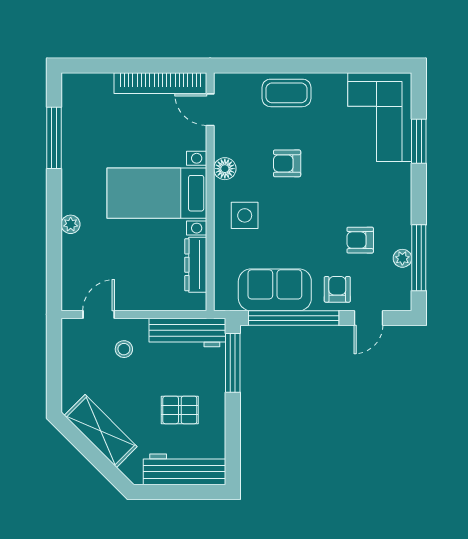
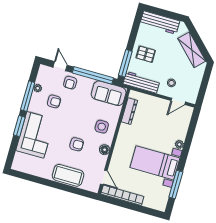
coffee table: (286, 93) -> (68, 175), width x1.36, depth x1.32
corner sofa: (380, 117) -> (35, 135), moved
window: (419, 141) -> (19, 126), moved
bed with nightstands: (157, 193) -> (155, 163), moved, turned 180
window: (419, 258) -> (28, 96), moved
sofa: (275, 290) -> (109, 93), moved
door: (368, 318) -> (60, 66), hinge flipped
pallet: (180, 410) -> (146, 54), moved

